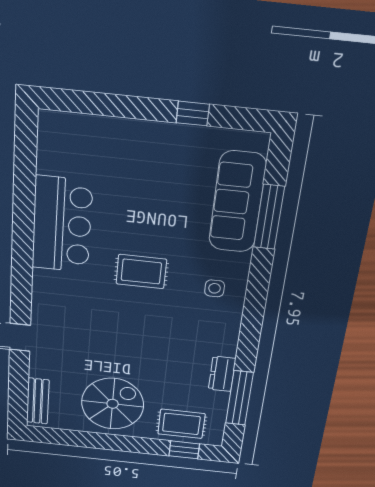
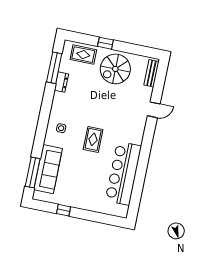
window: (269, 217) -> (33, 173), moved
bar counter: (62, 225) -> (123, 173), width x1.36
rug: (141, 272) -> (93, 139), turned 90
window: (184, 450) -> (105, 43), moved

